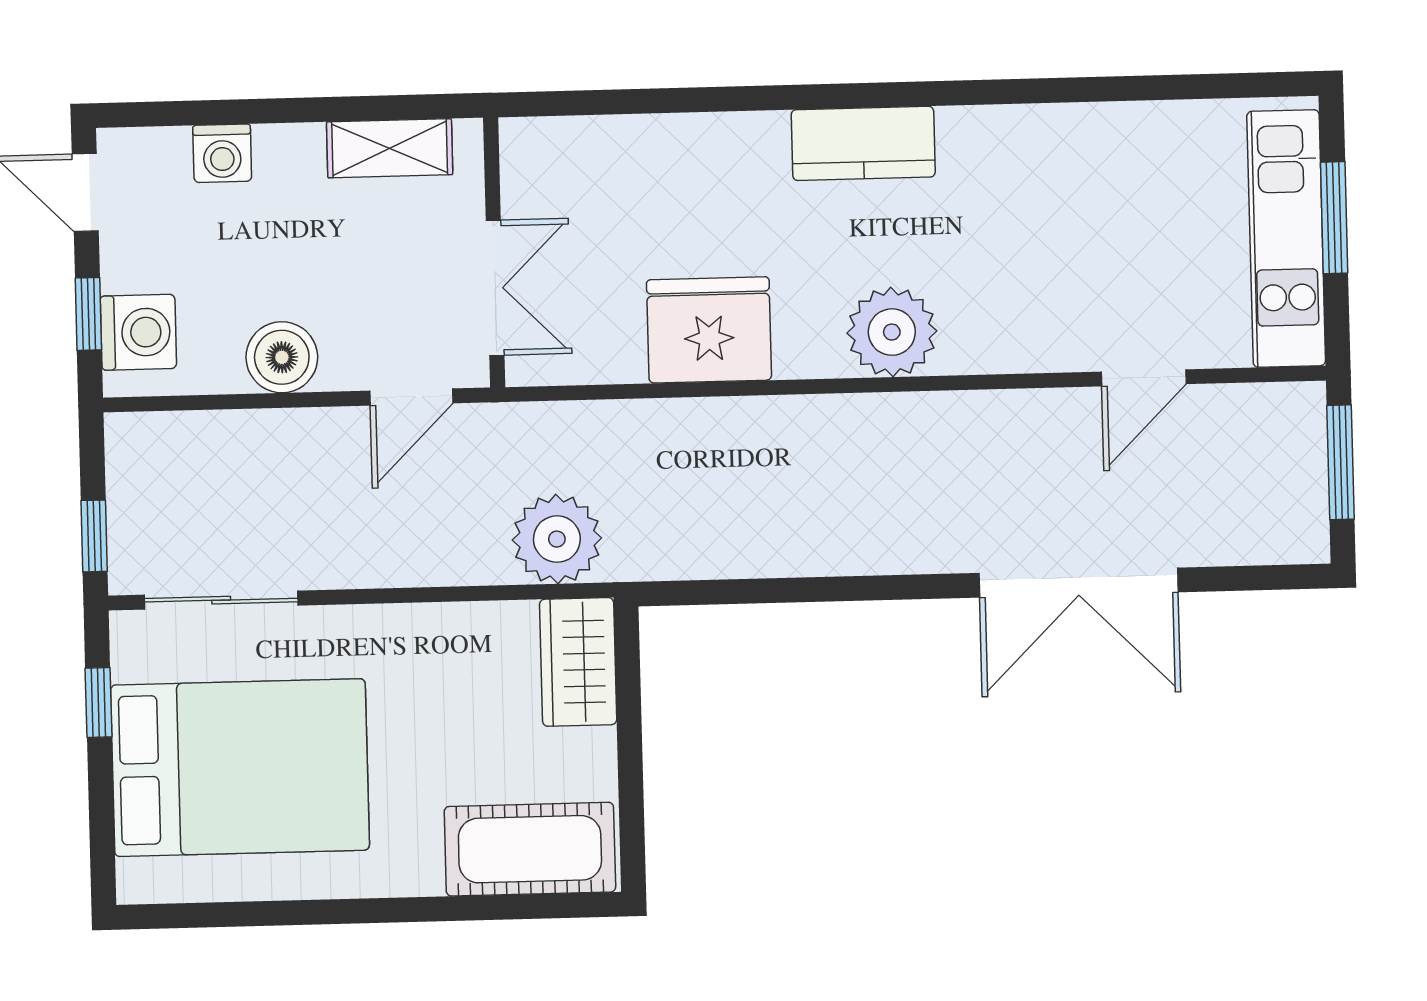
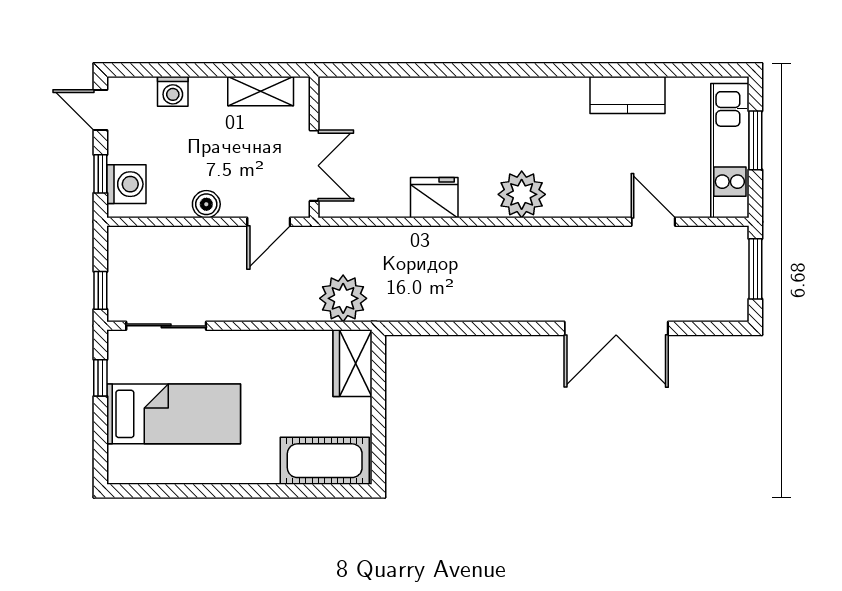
kitchen counter: (863, 143) -> (628, 95), moved
fridge: (709, 330) -> (434, 198), width x0.73, depth x0.75
boiler: (282, 357) -> (206, 204), width x0.73, depth x0.73
door: (1144, 378) -> (653, 222), swing flipped
bed: (240, 768) -> (174, 414), width x0.67

